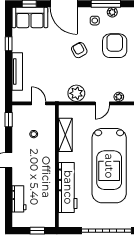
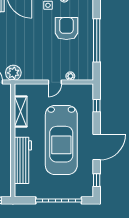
armchair: (79, 50) -> (34, 33), removed
plant: (76, 93) -> (13, 73), moved

